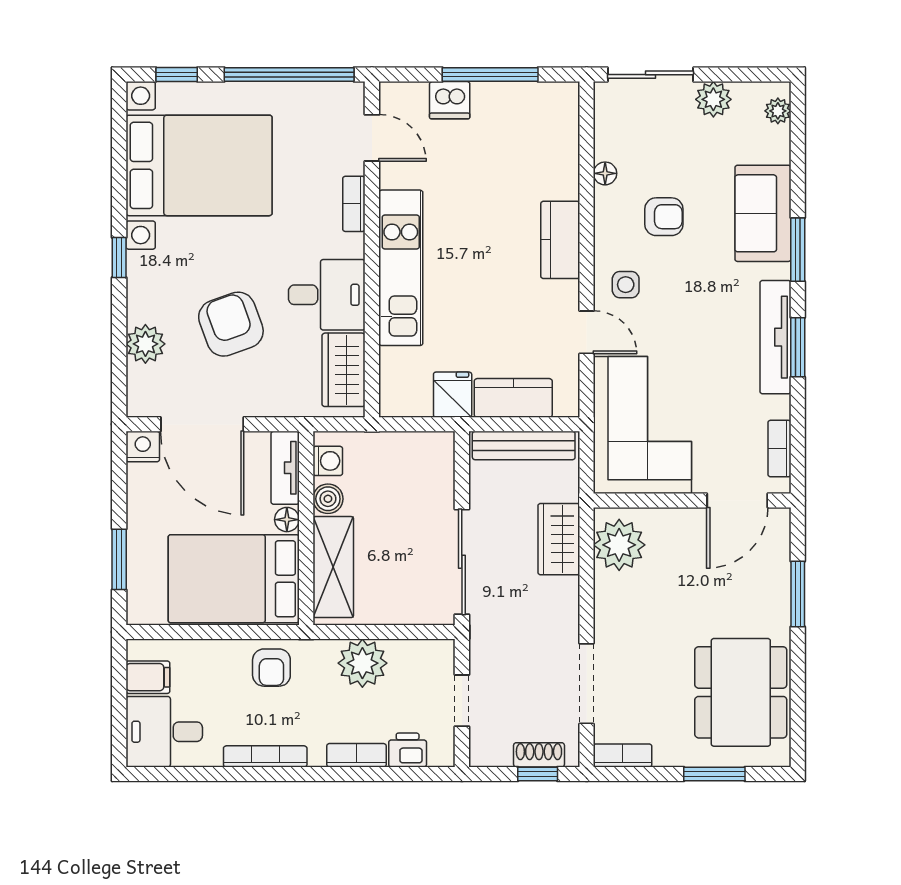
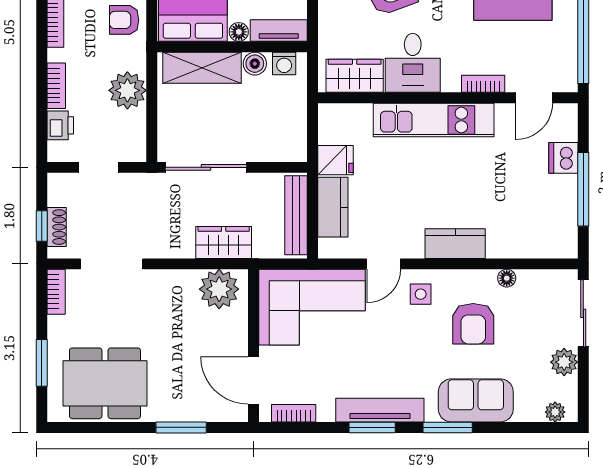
armchair: (664, 217) -> (473, 324), width x1.38, depth x1.38

